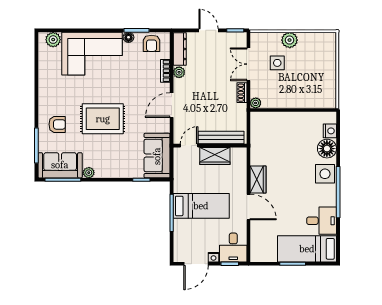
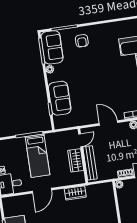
rug: (103, 119) -> (91, 74), removed
door: (189, 146) -> (81, 140), hinge flipped
sofa: (157, 156) -> (60, 98), moved, turned 90
wardrobe: (258, 179) -> (75, 193), moved

